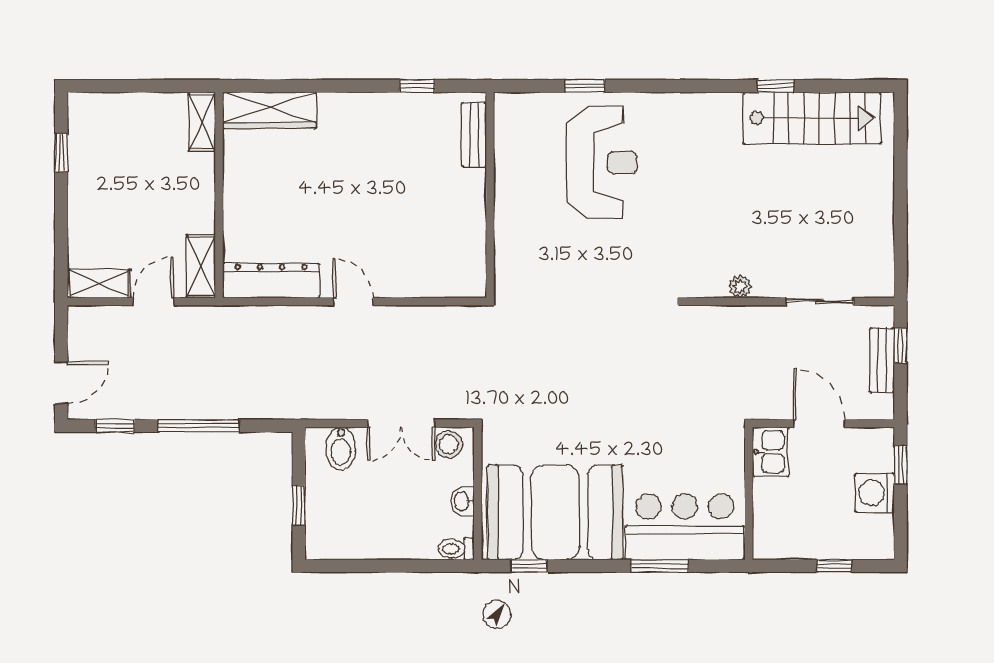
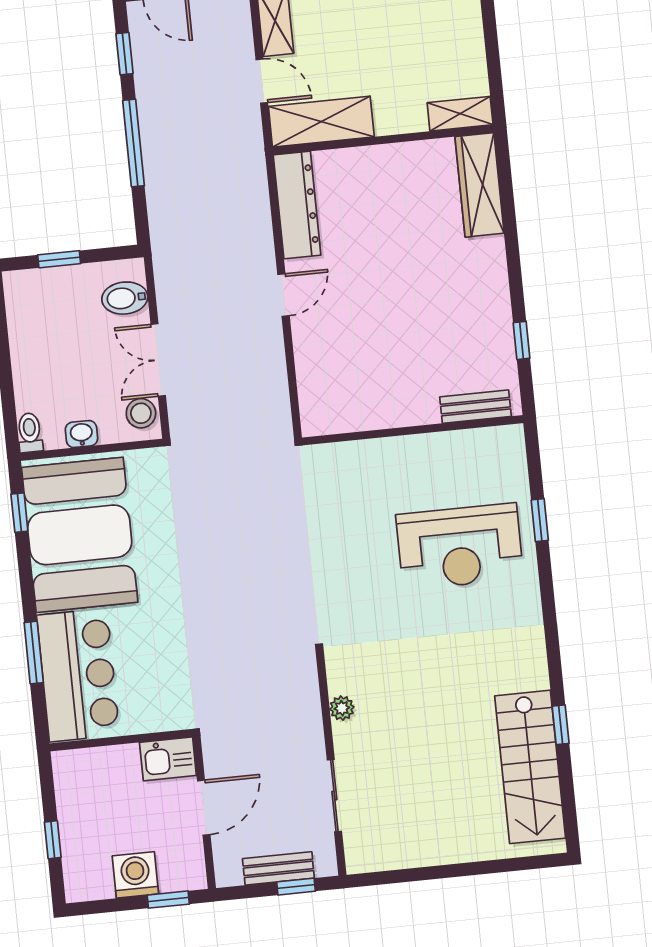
shelving: (201, 266) -> (321, 122), width x1.50, depth x1.33

